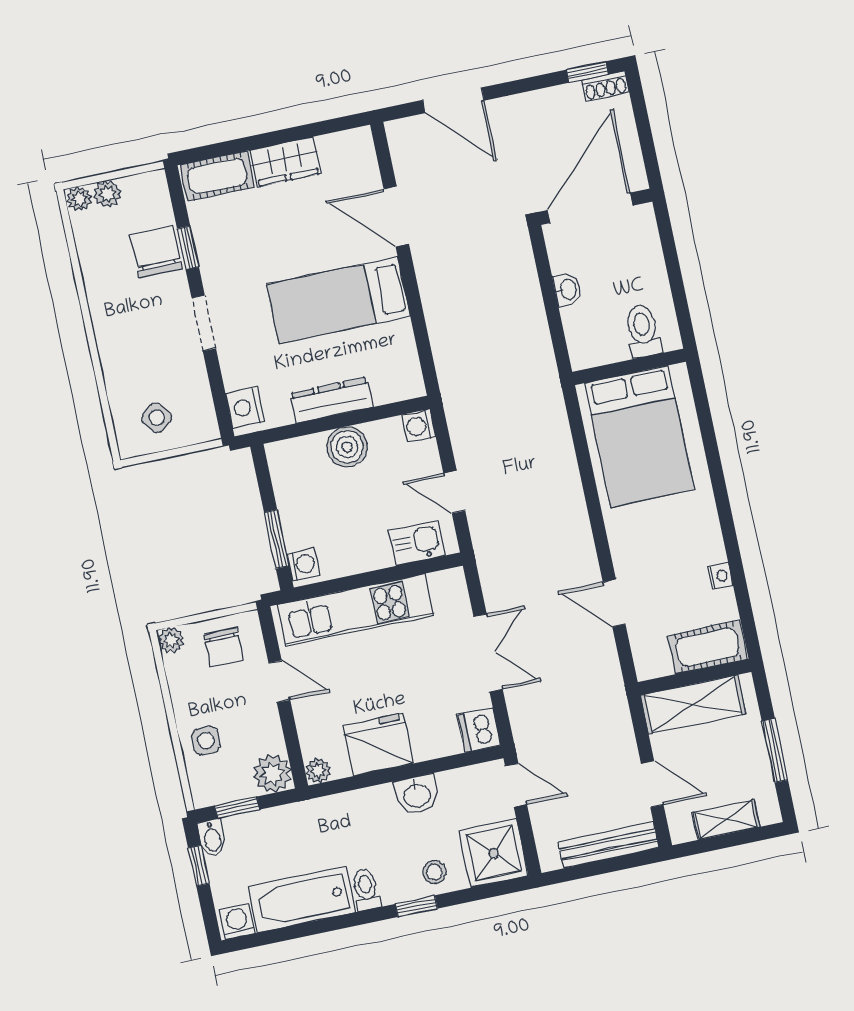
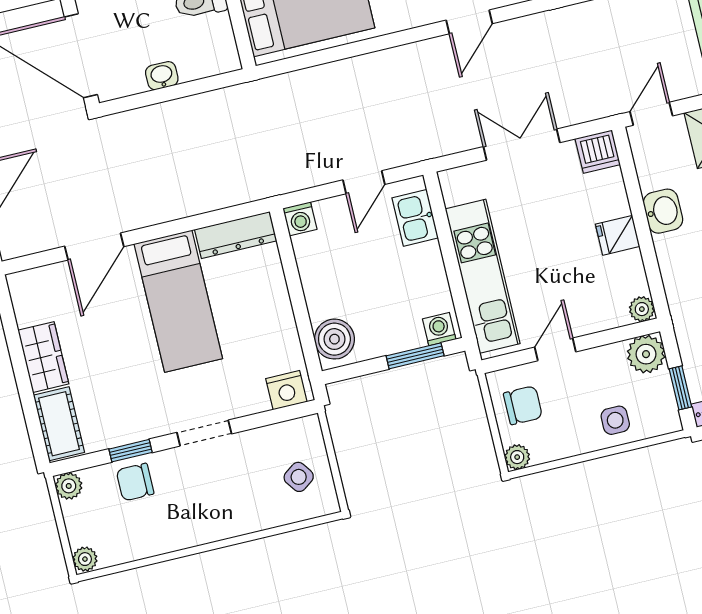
plant: (107, 194) -> (69, 486), moved
chair: (156, 252) -> (135, 482), width x0.73, depth x0.73
dresser: (331, 400) -> (236, 235), moved, turned -90
boiler: (347, 447) -> (334, 339), moved
fridge: (378, 744) -> (618, 235), width x0.53, depth x0.75

